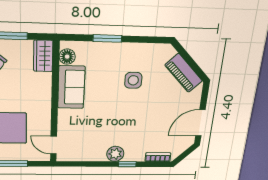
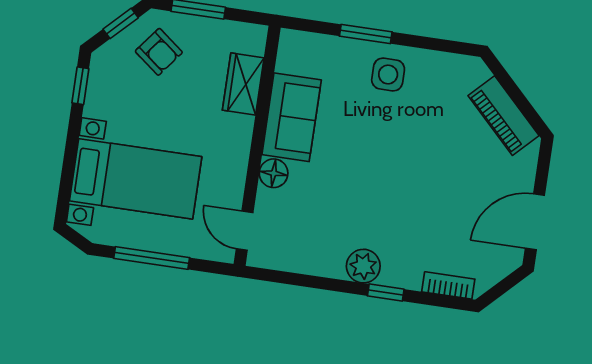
wardrobe: (43, 56) -> (243, 84), moved
floor lamp: (67, 57) -> (274, 173), moved
side table: (133, 80) -> (388, 74), moved

